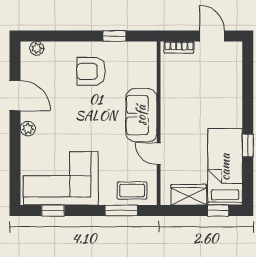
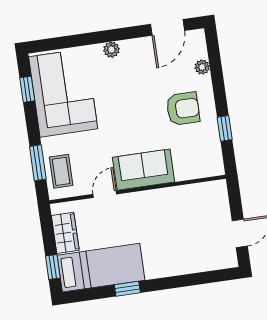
bookcase: (179, 47) -> (222, 200), removed
plant: (37, 48) -> (202, 67), moved
armchair: (91, 71) -> (183, 109), turned 90
door: (15, 96) -> (168, 27), moved

